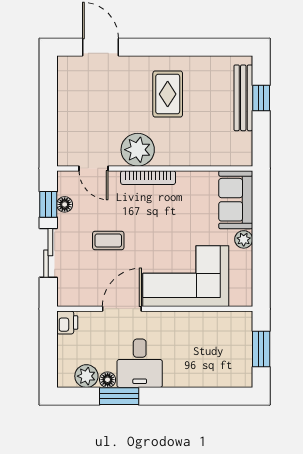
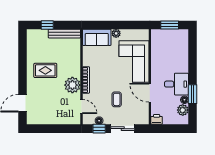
bench: (243, 98) -> (64, 34), moved
door: (94, 168) -> (82, 107), hinge flipped

